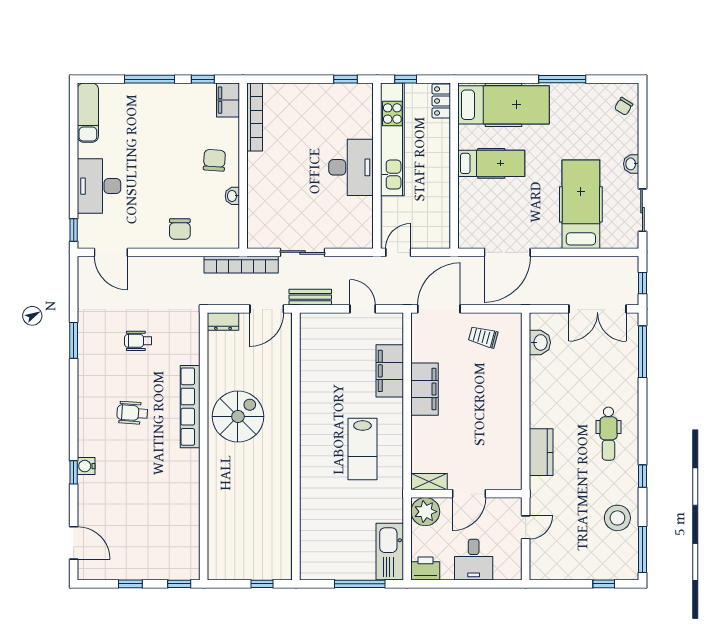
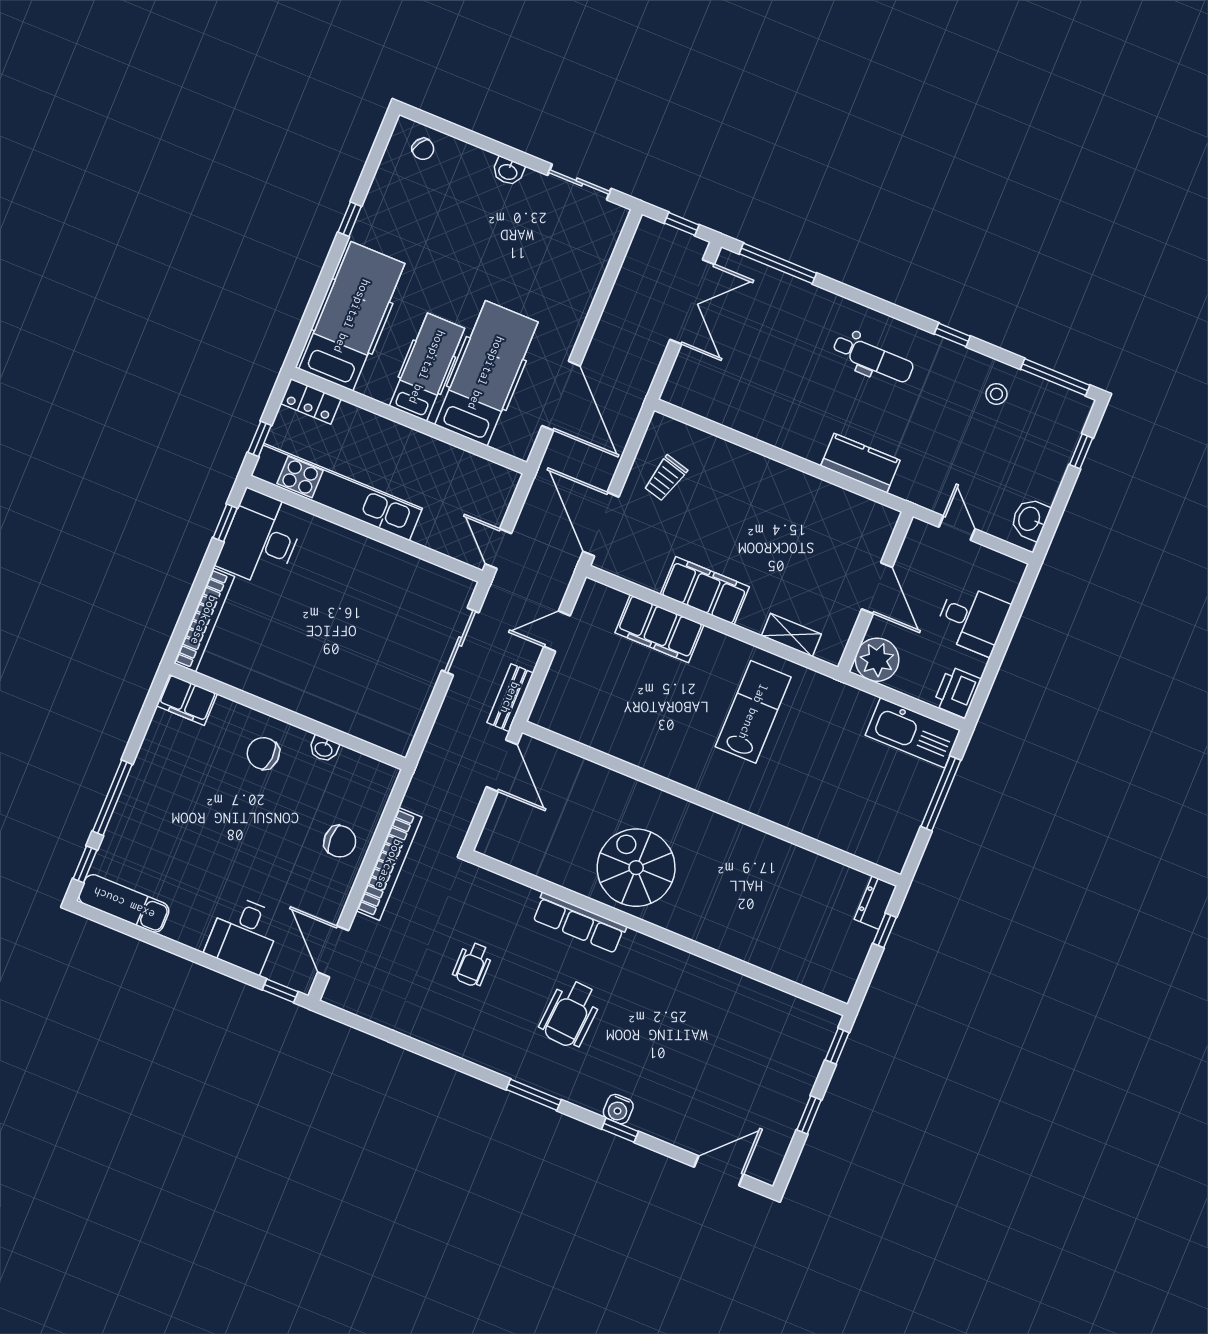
window: (203, 79) -> (85, 864), moved
window: (562, 79) -> (350, 219), width x0.46
bookcase: (255, 117) -> (204, 620), moved, turned 90
desk: (351, 167) -> (261, 539), moved, turned -90
desk: (99, 186) -> (244, 934), width x0.73
hospital bed: (581, 204) -> (486, 373), moved, turned 90
door: (111, 252) -> (333, 951), swing flipped
sliding door: (302, 252) -> (460, 641), moved
bookcase: (241, 265) -> (389, 864), moved
dresser: (223, 322) -> (875, 903), moved, turned 180
window: (74, 340) -> (534, 1095), moved
washbasin: (540, 342) -> (1030, 519), moved, turned -90
row of seats: (190, 407) -> (579, 923), width x0.73
wheelchair: (132, 413) -> (570, 1014), width x1.36, depth x1.37
lab bench: (362, 449) -> (753, 712), turned -90
shelving: (429, 482) -> (791, 635), moved, turned 90
stool: (617, 518) -> (996, 394), width x0.53, depth x0.53

